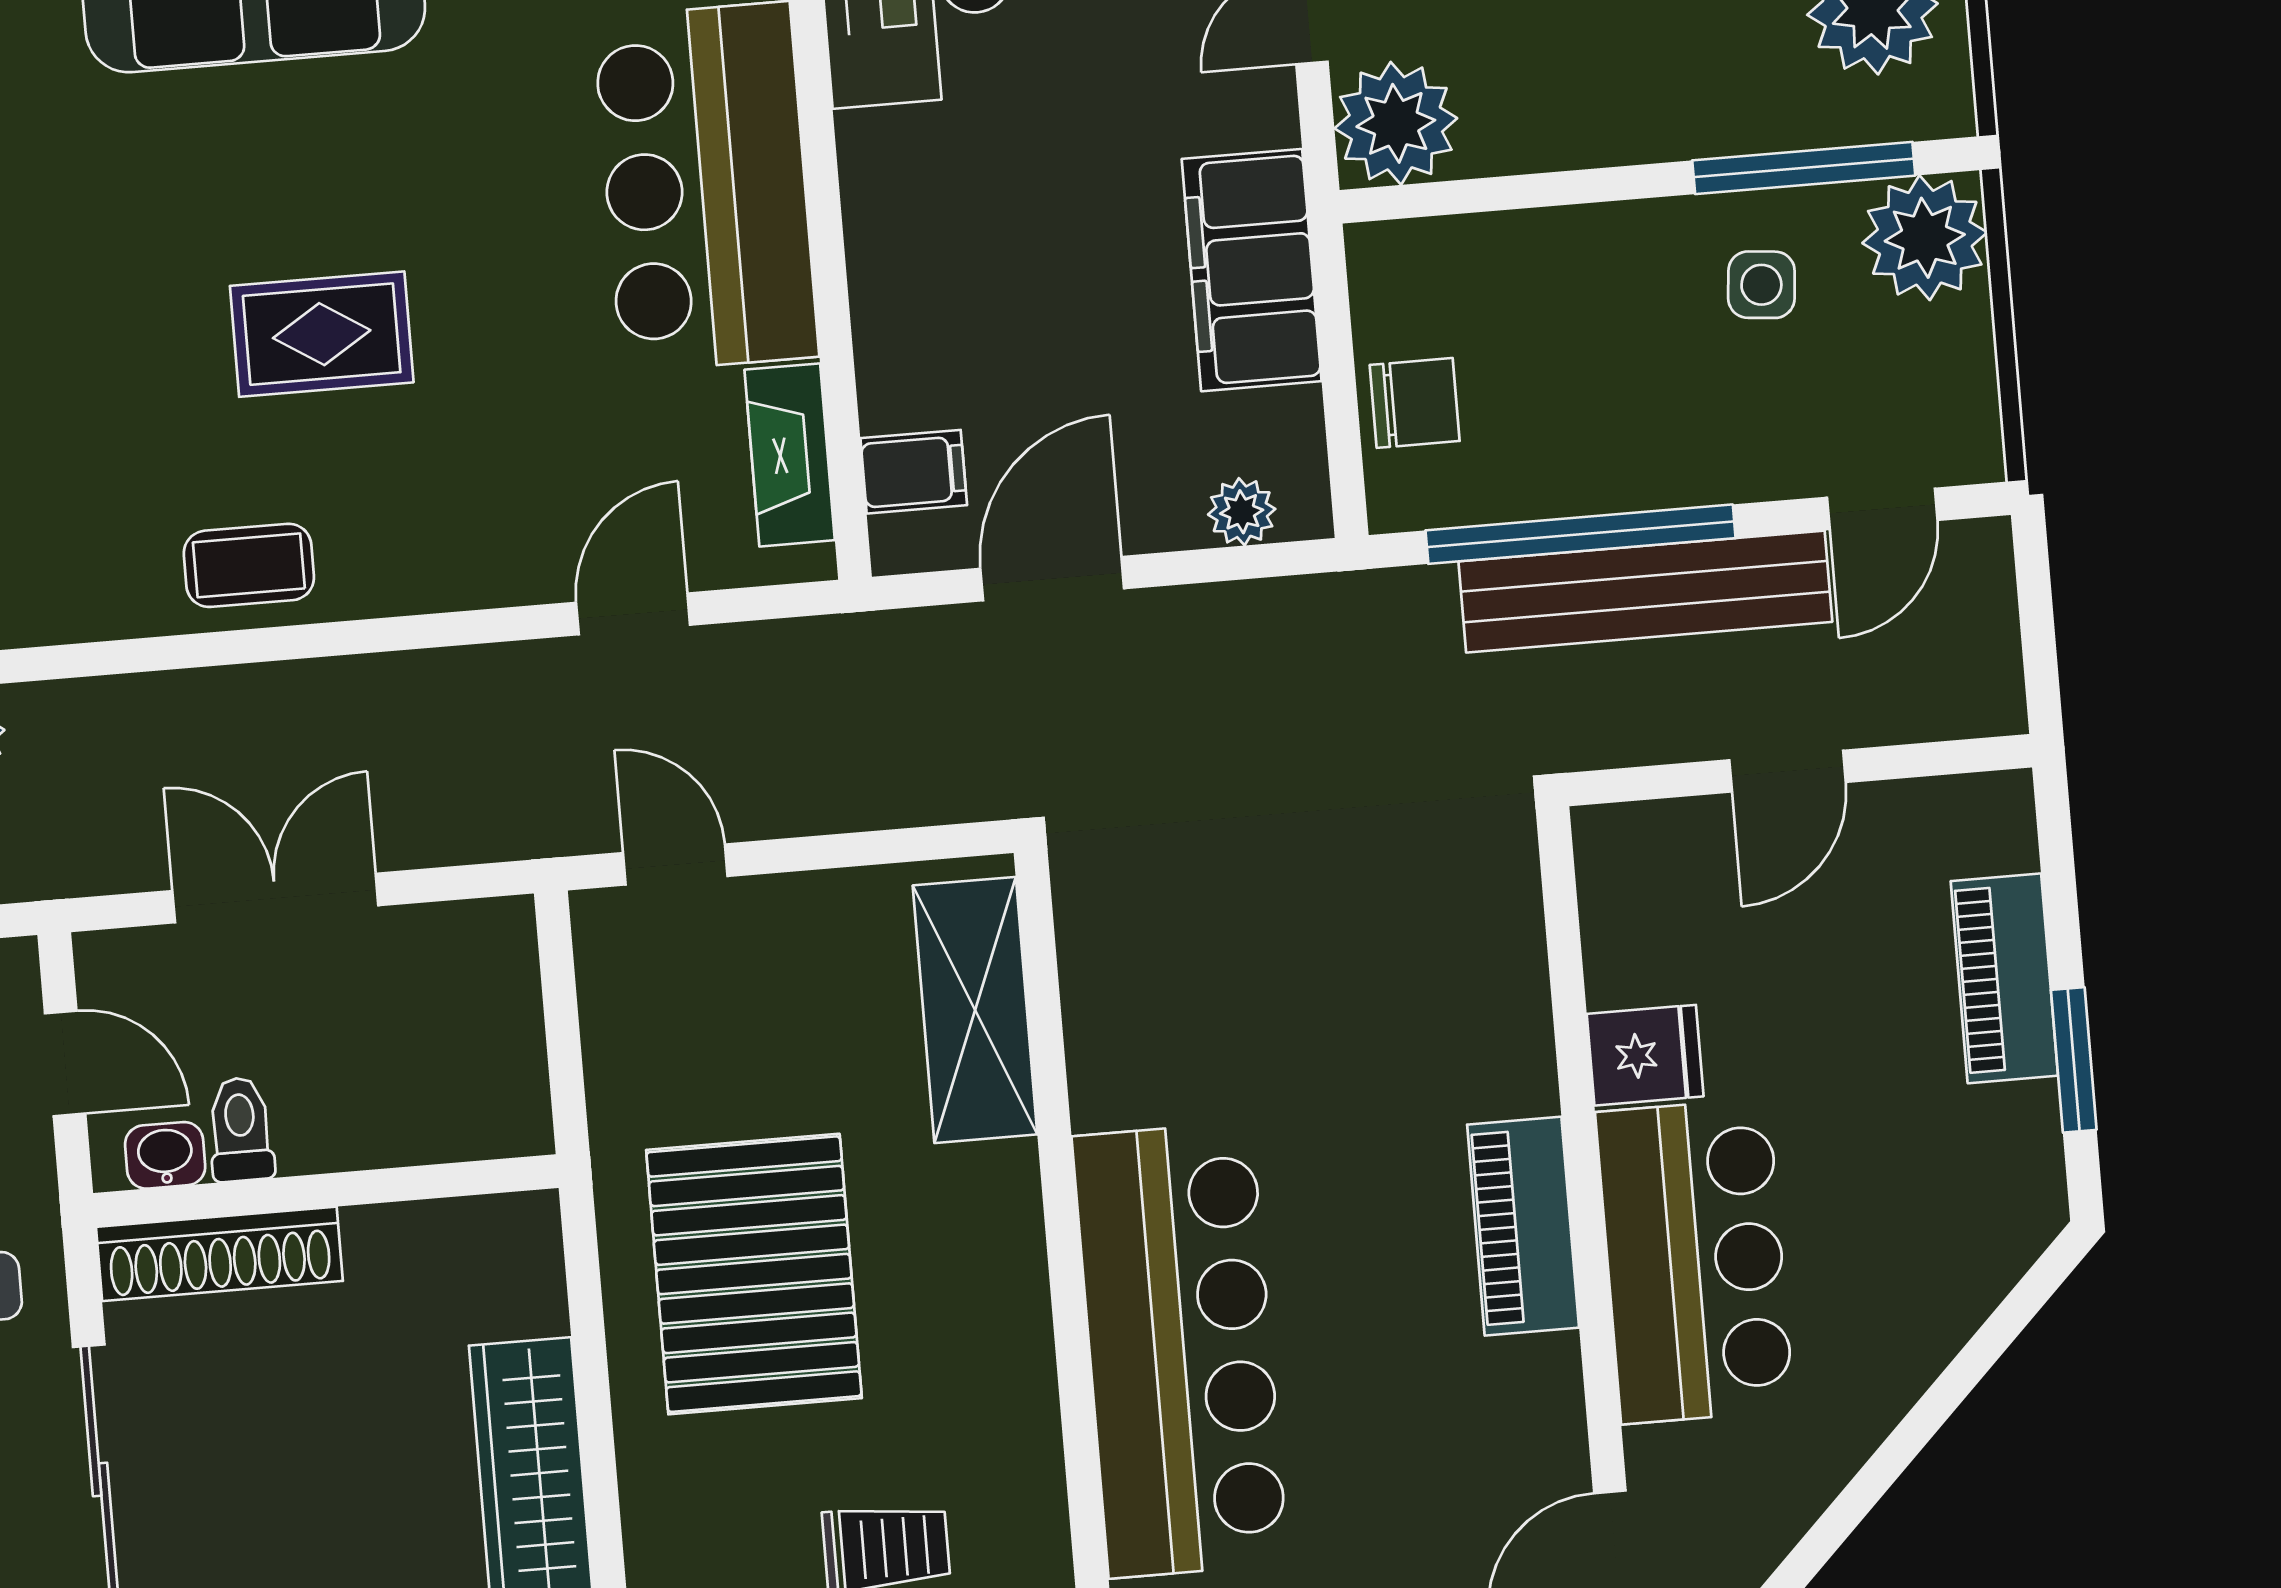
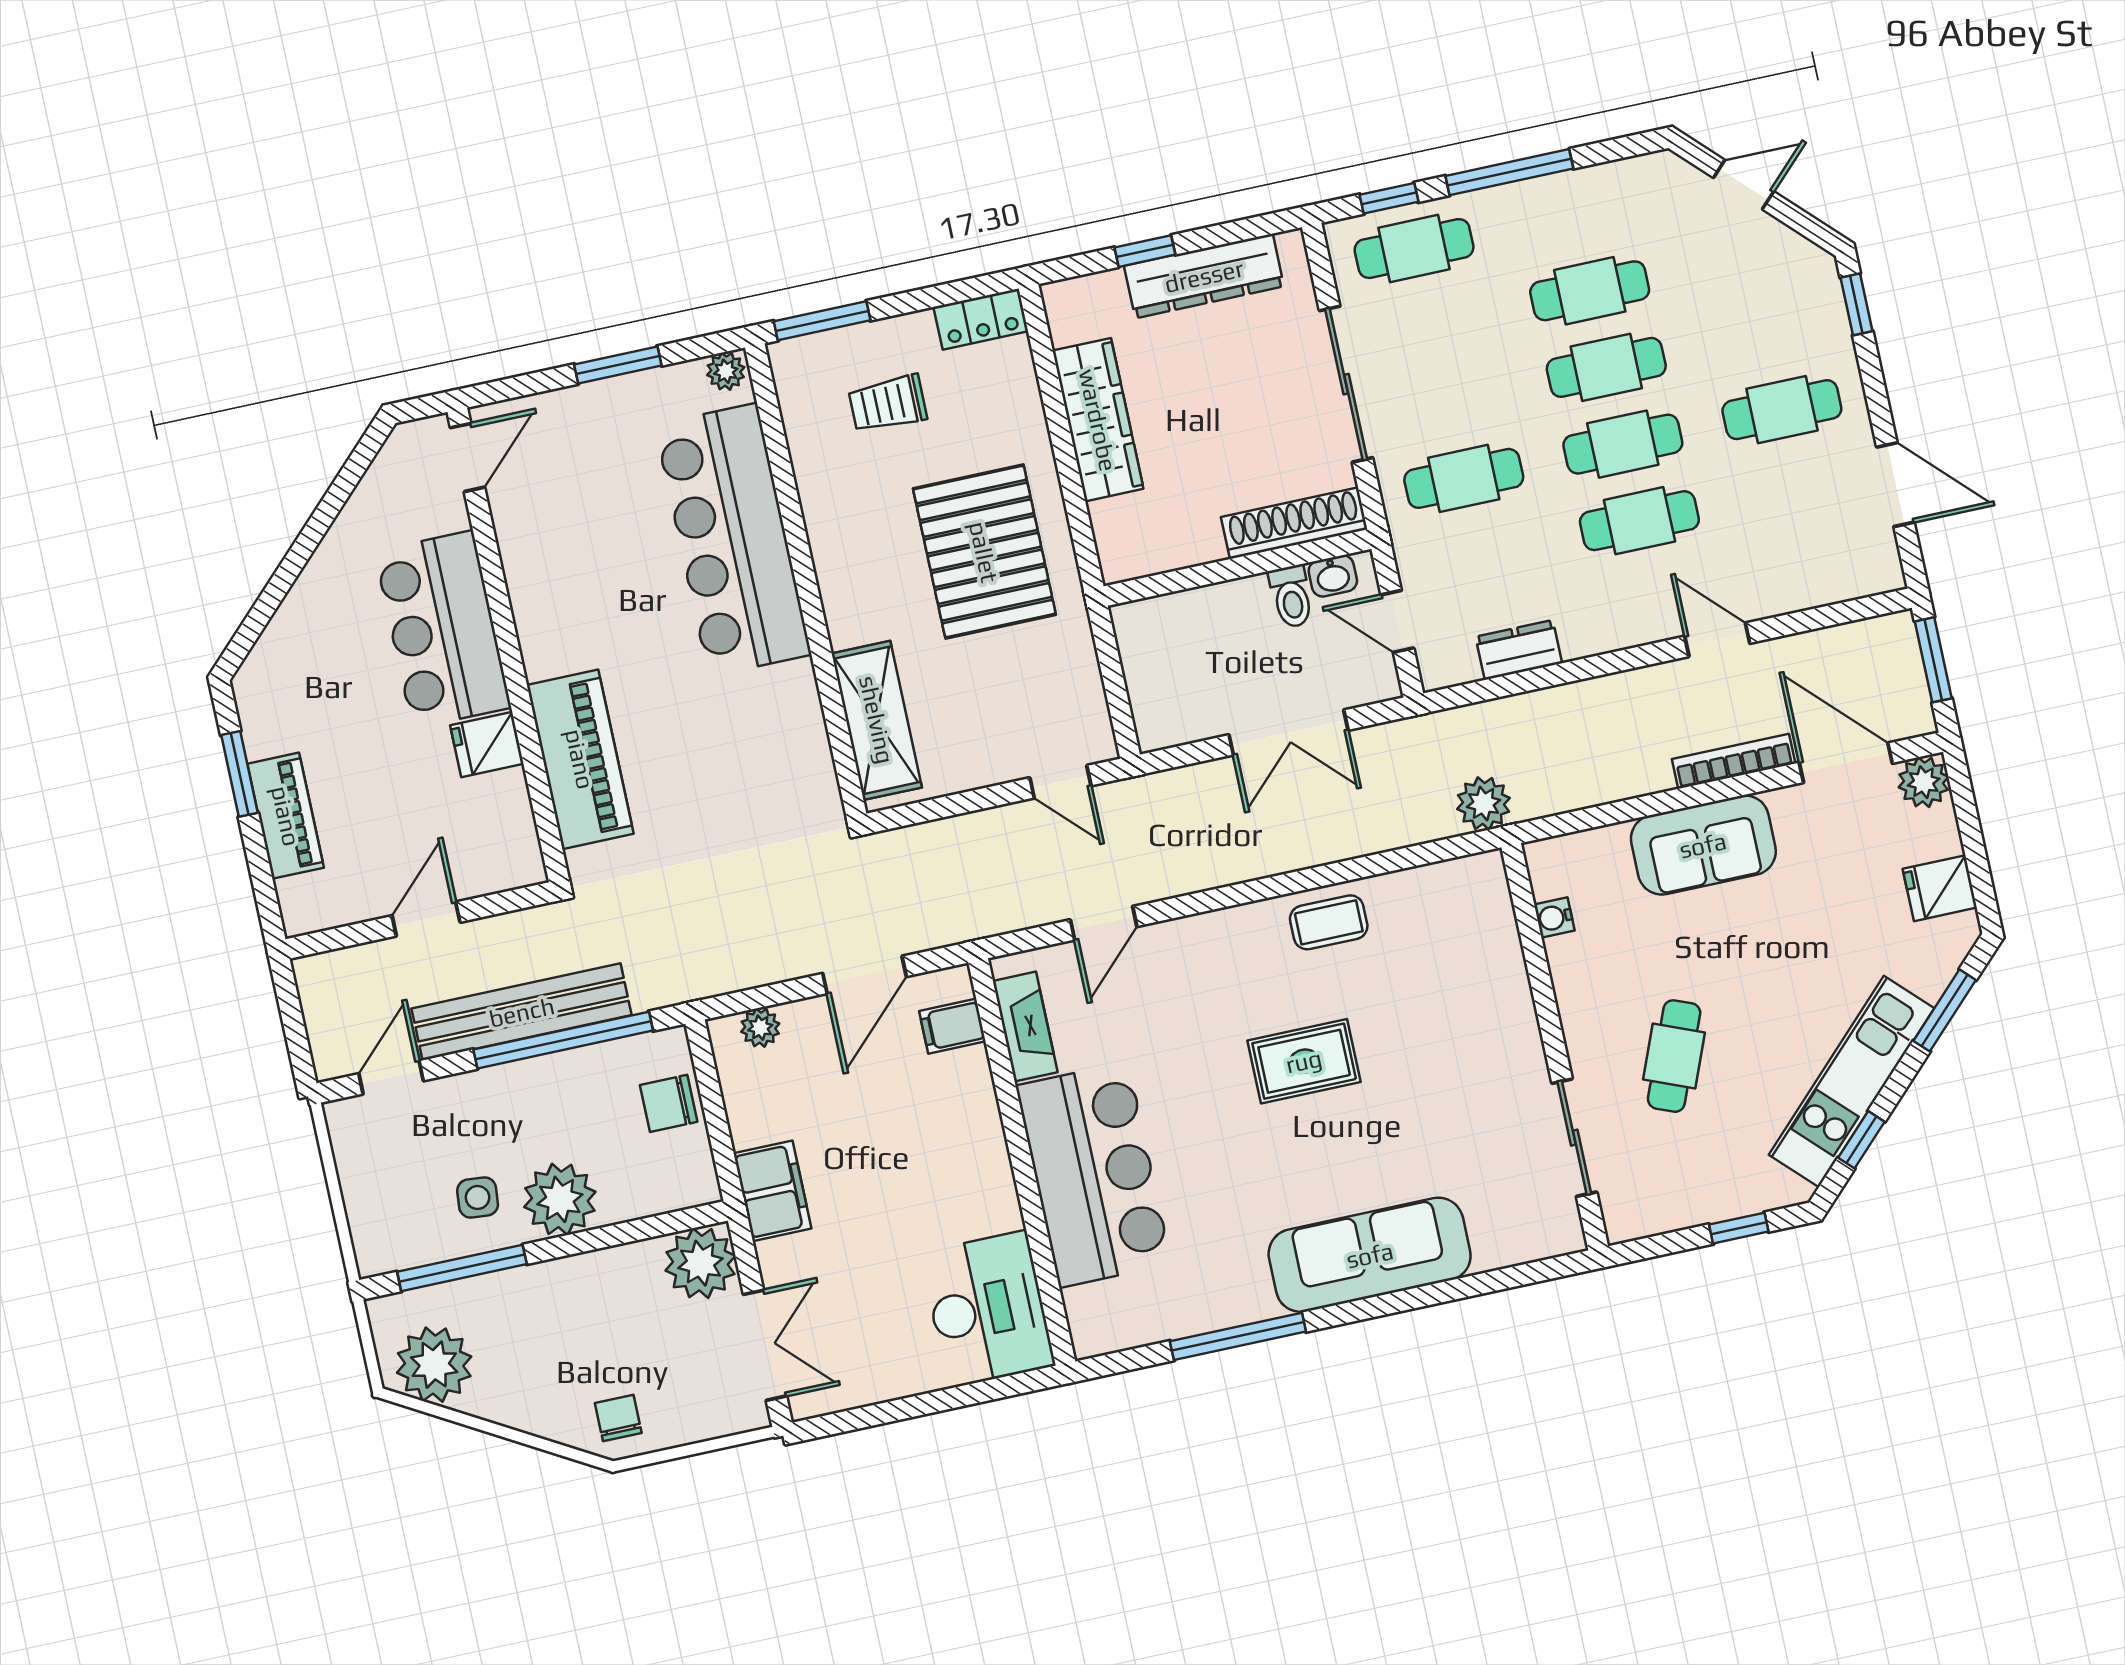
plant: (1925, 238) -> (560, 1199), moved
filing cabinet: (1252, 270) -> (772, 1191), width x0.67, depth x0.86
piano: (1523, 1226) -> (580, 759), moved, width x1.37, depth x1.33

